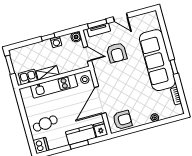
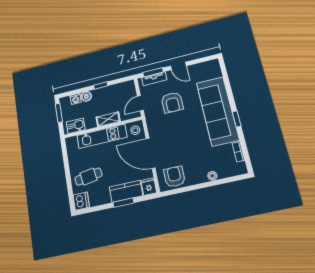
boiler: (76, 37) -> (86, 96), moved
washing machine: (56, 42) -> (76, 99), moved
door: (88, 54) -> (140, 103), swing flipped
shelving: (47, 73) -> (108, 119), moved
door: (100, 100) -> (151, 153), hinge flipped
armchair: (122, 120) -> (174, 177), turned -90

